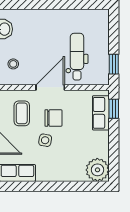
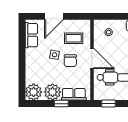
window: (114, 109) -> (61, 104), moved
plant: (98, 143) -> (53, 92), added

